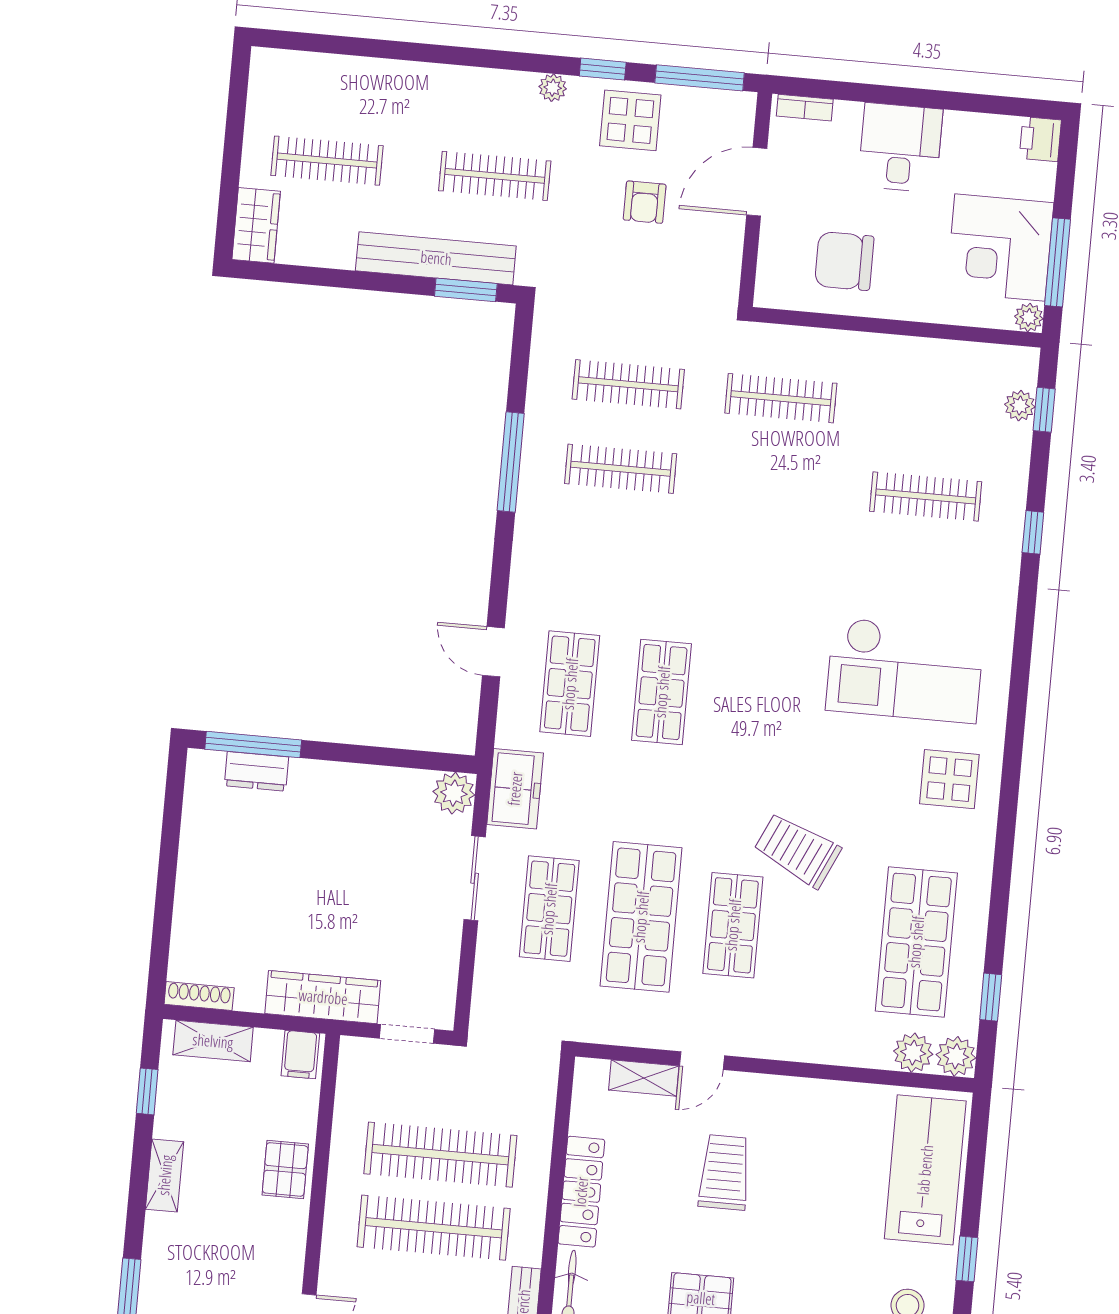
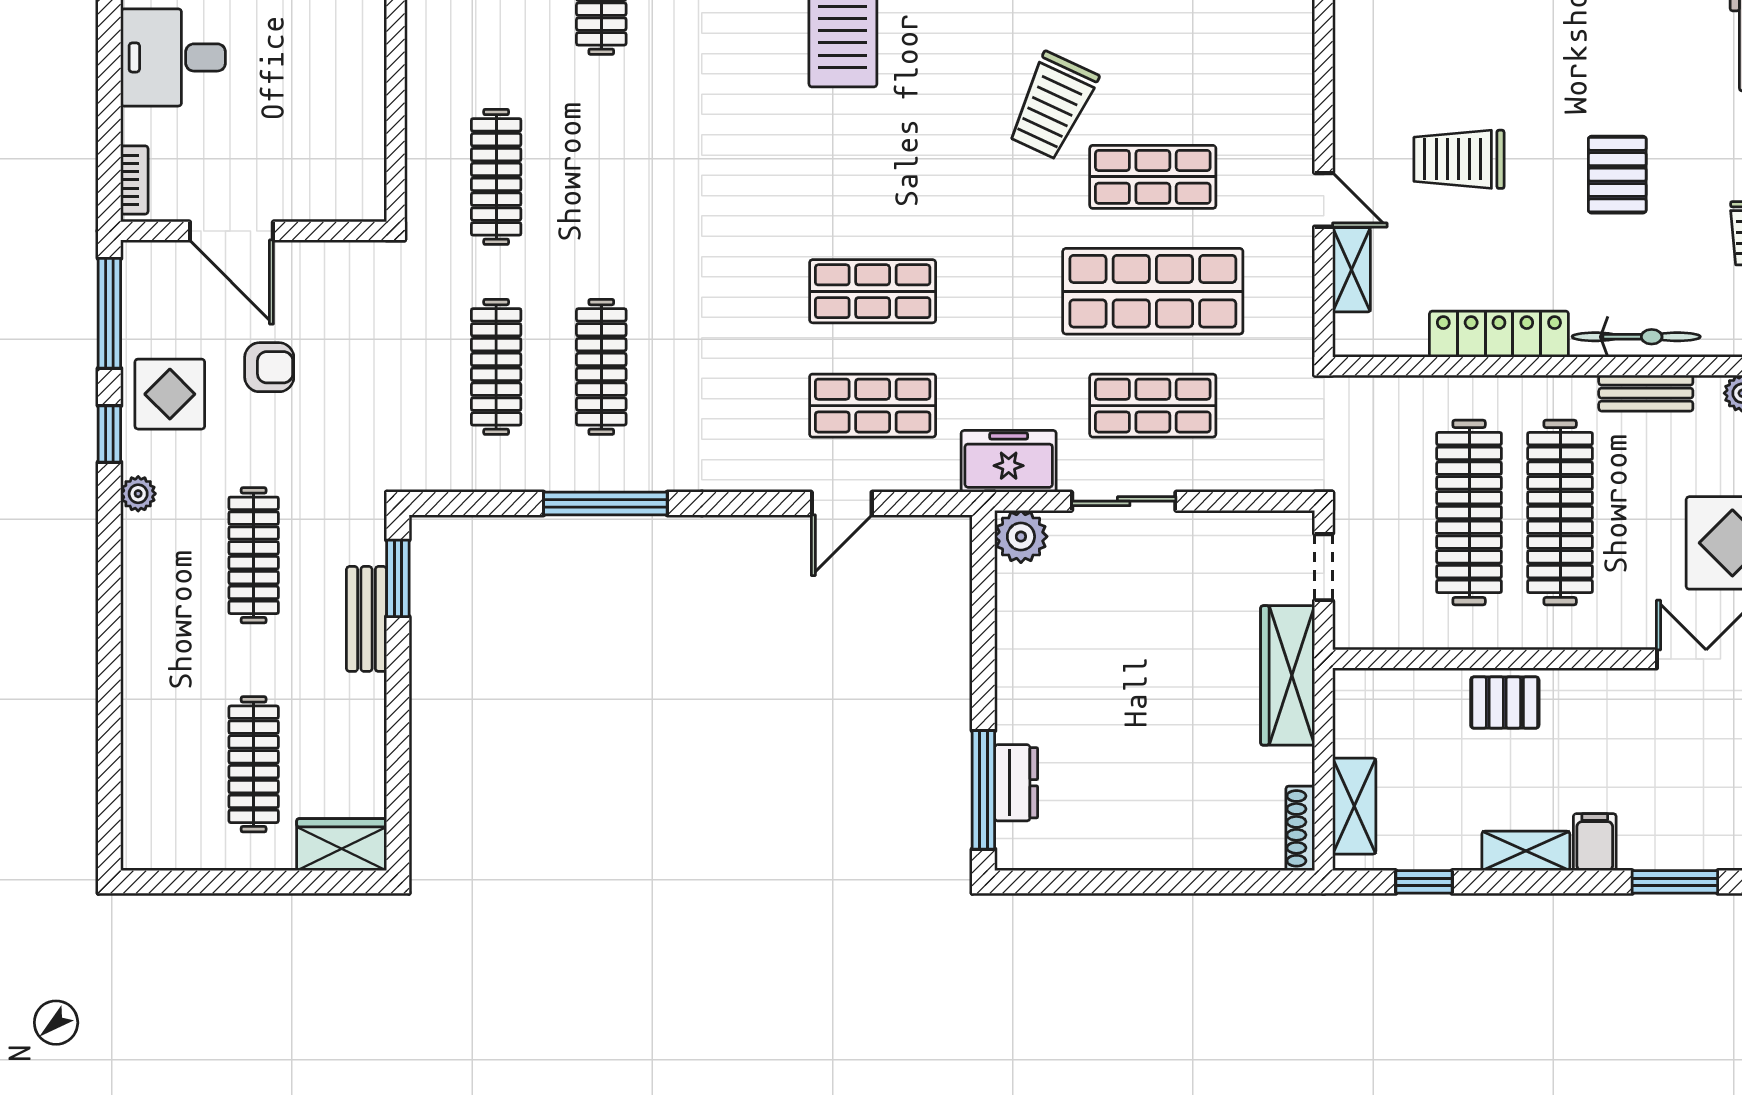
bench: (436, 258) -> (366, 619), width x0.54, depth x0.82
chair: (844, 261) -> (320, 114), removed
filing cabinet: (300, 1054) -> (1595, 842), moved, turned -90

